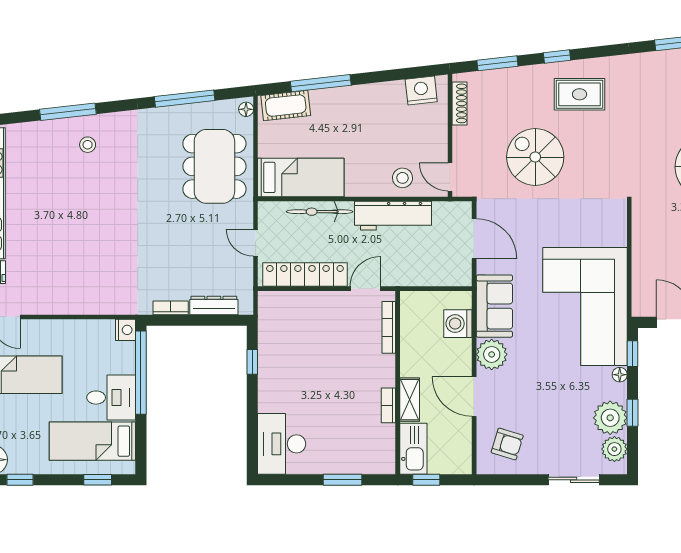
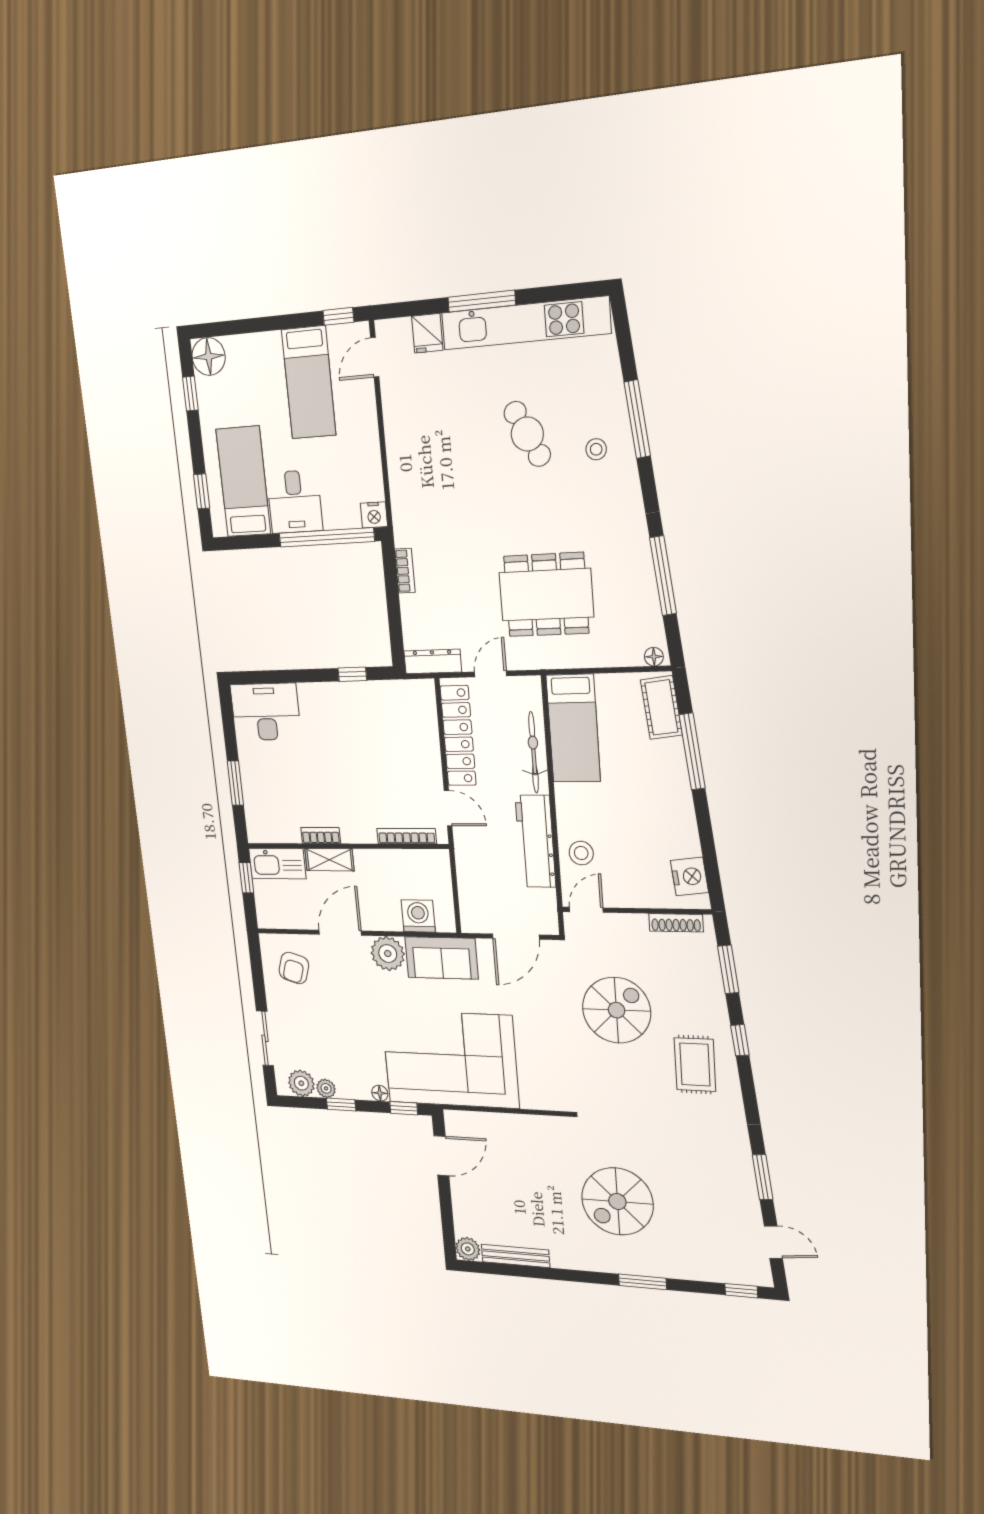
dining table: (214, 166) -> (546, 595), moved
cafe table: (72, 198) -> (527, 434), added
dresser: (214, 305) -> (433, 661), moved, turned -90
plant: (610, 418) -> (326, 1088), width x0.53, depth x0.53

